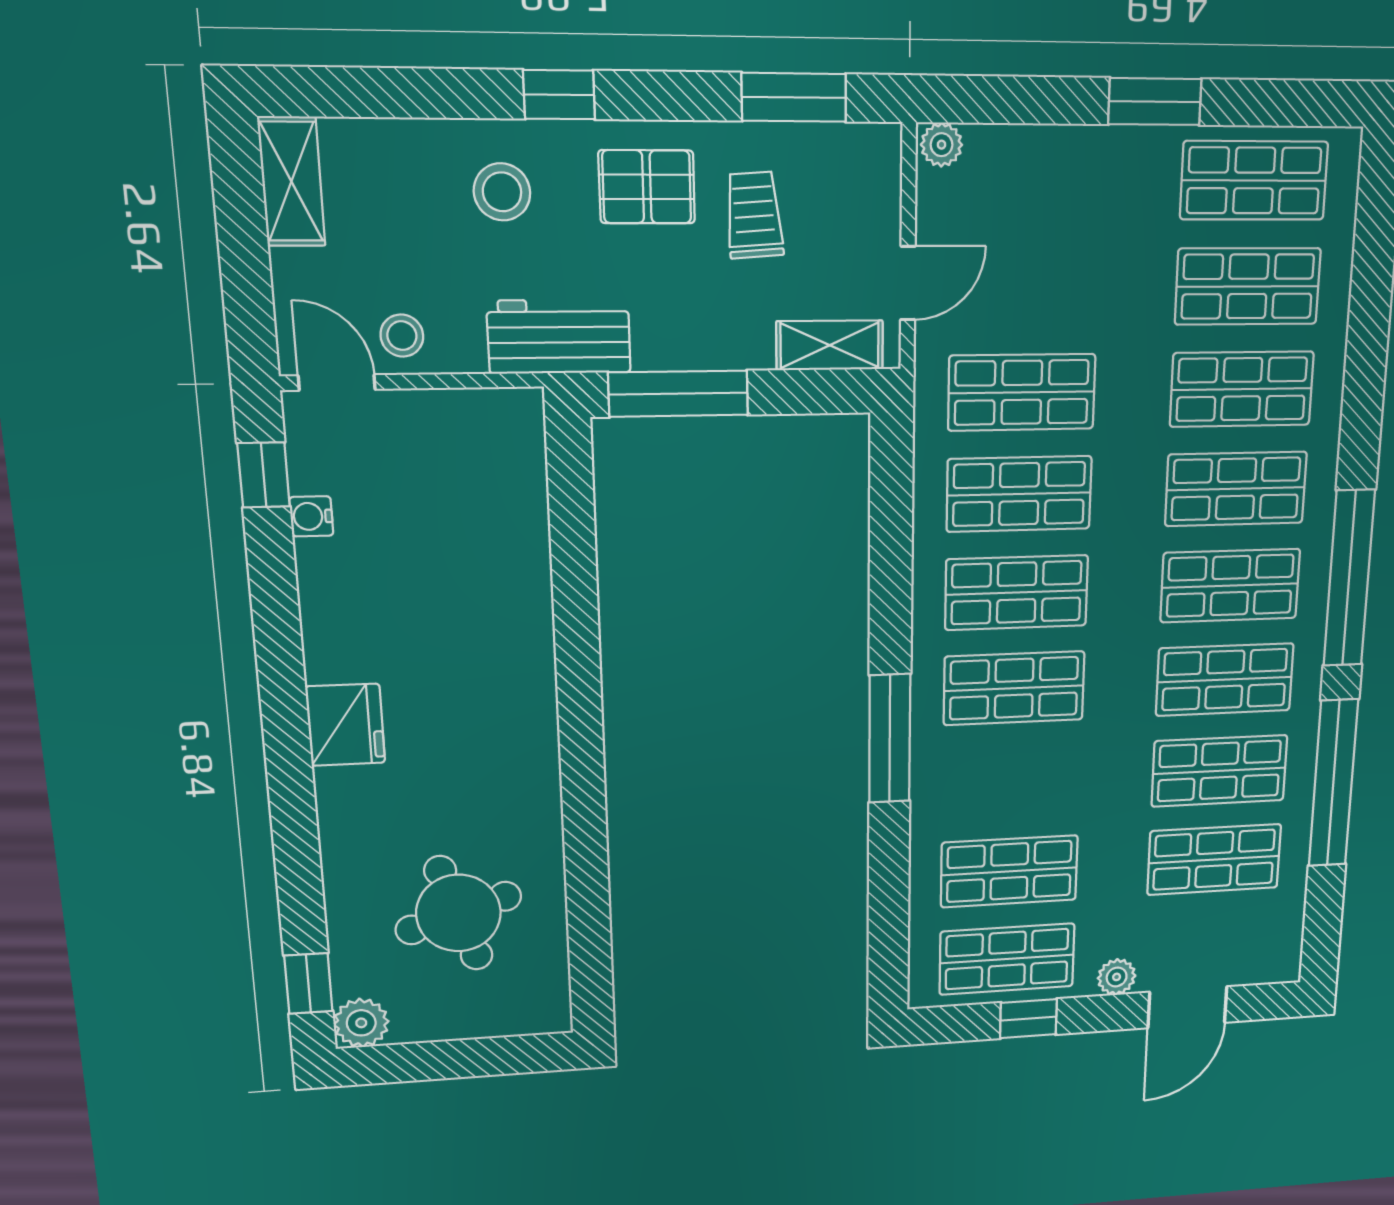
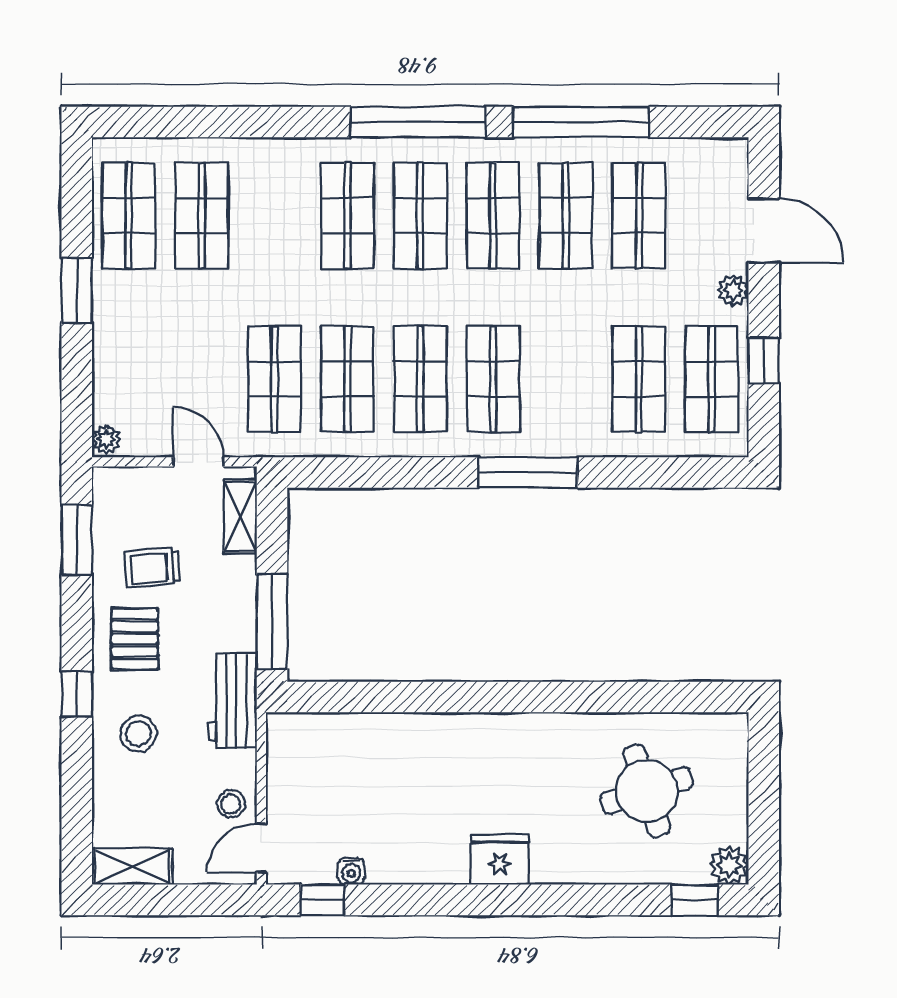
shop shelf: (1242, 389) -> (275, 216), removed

